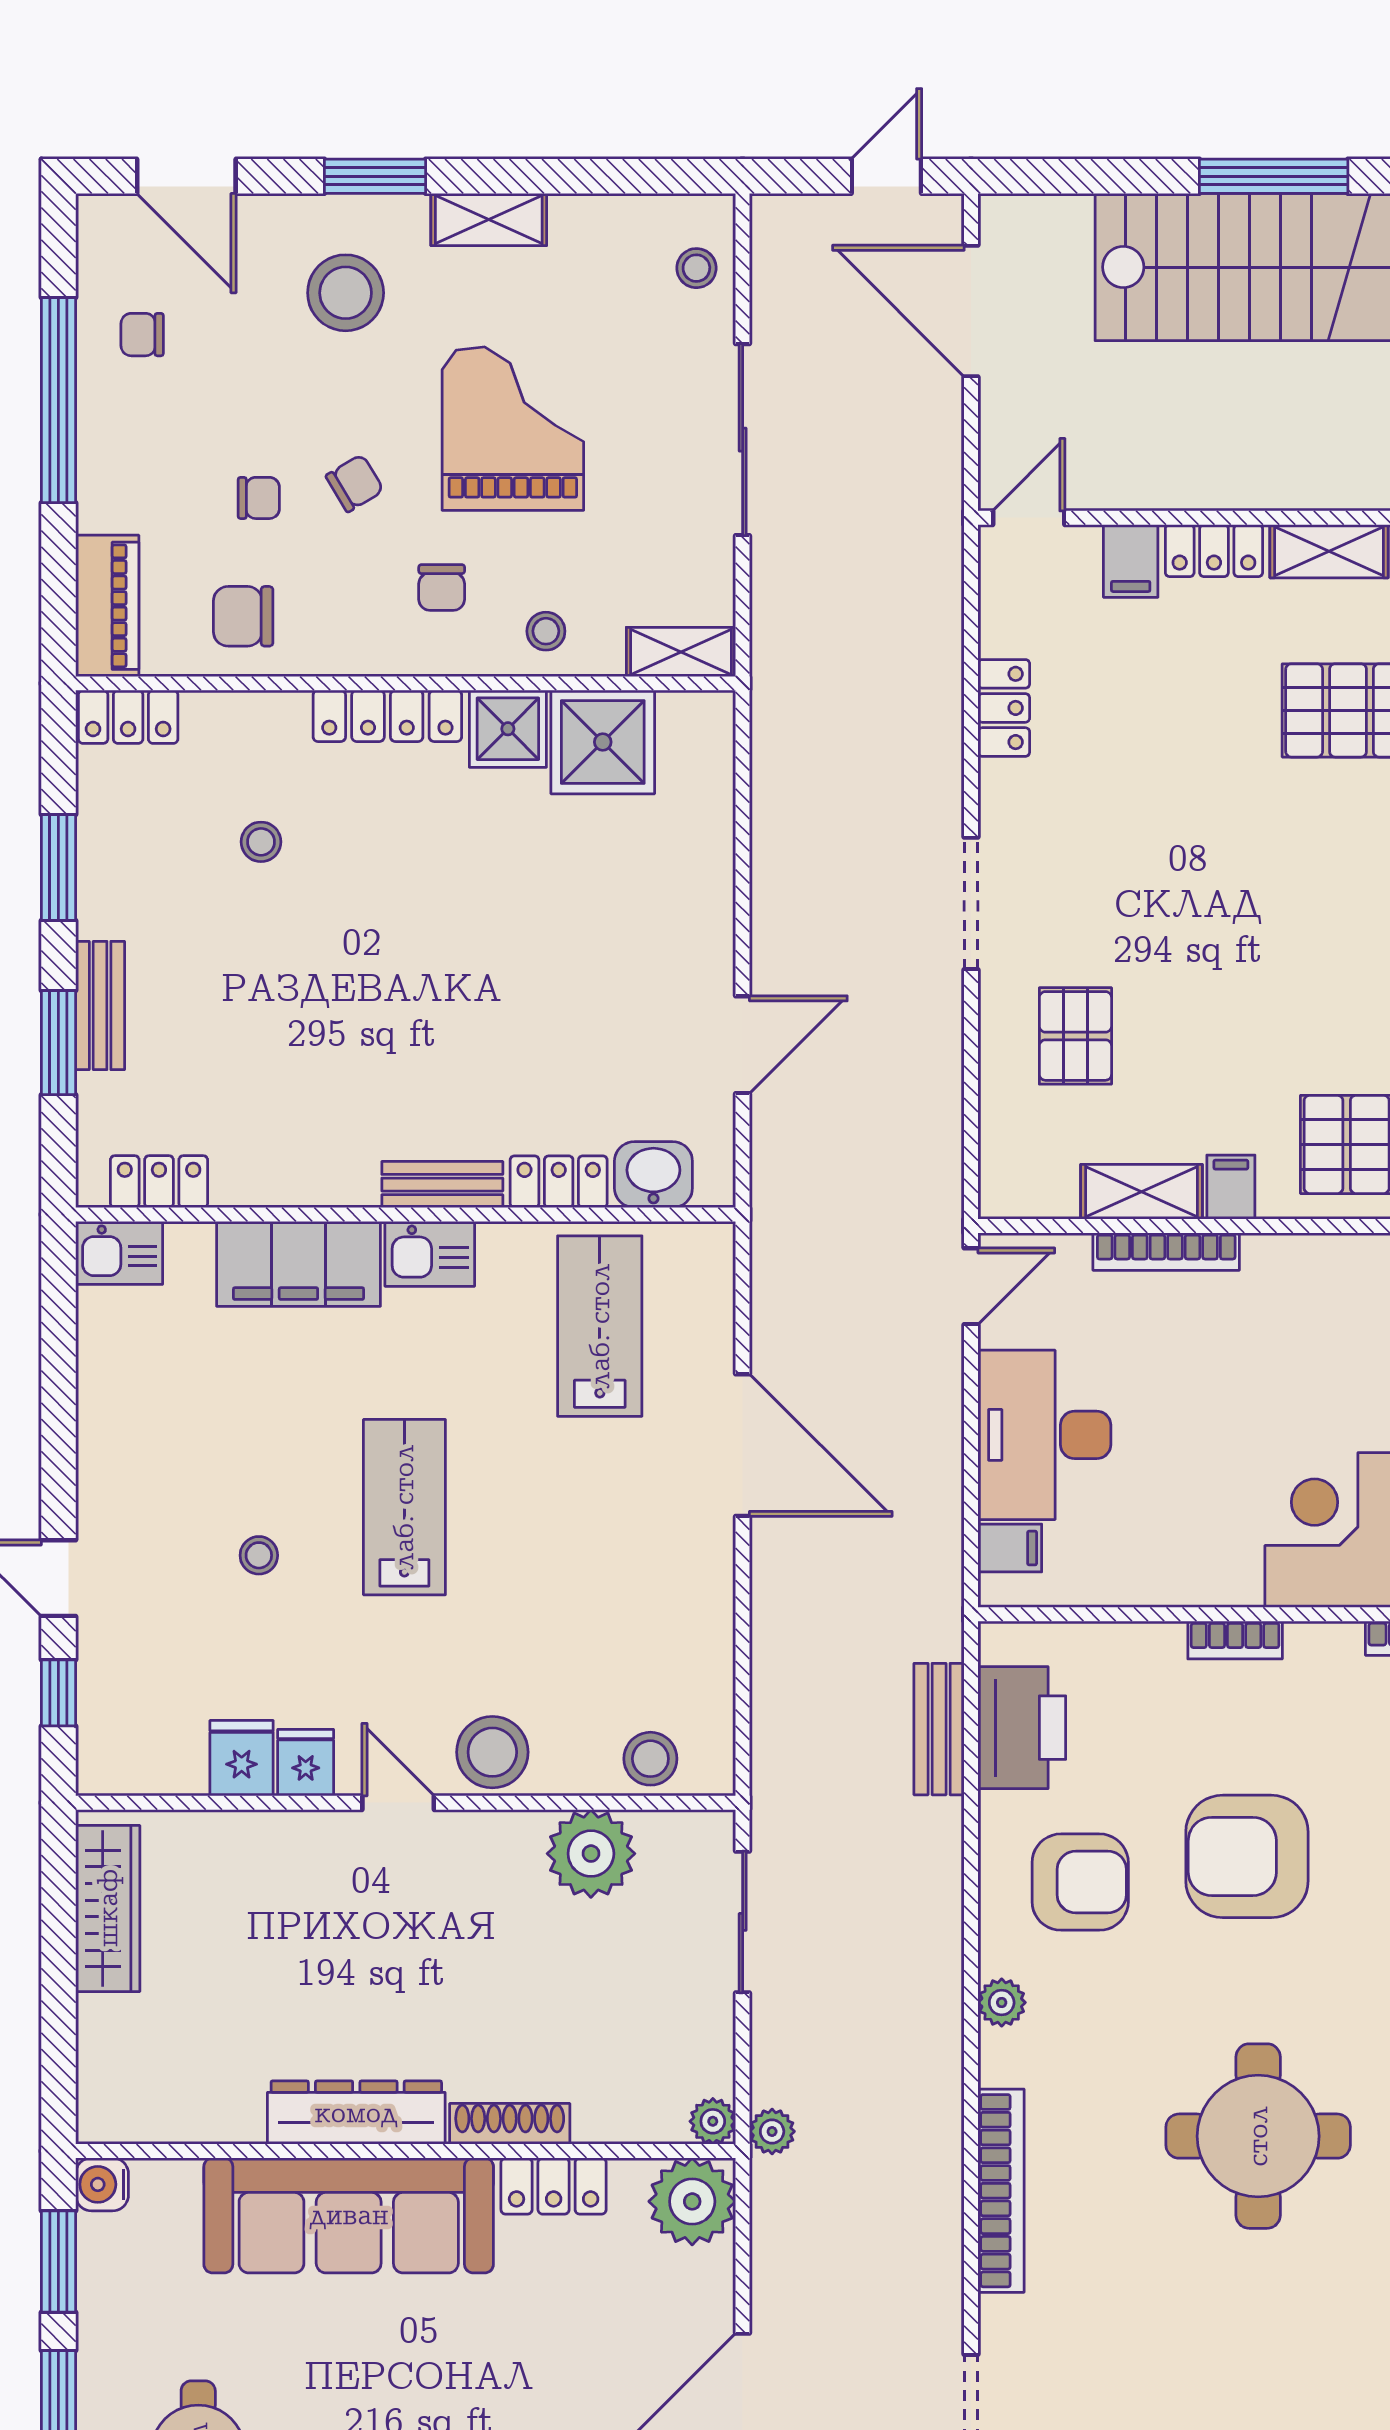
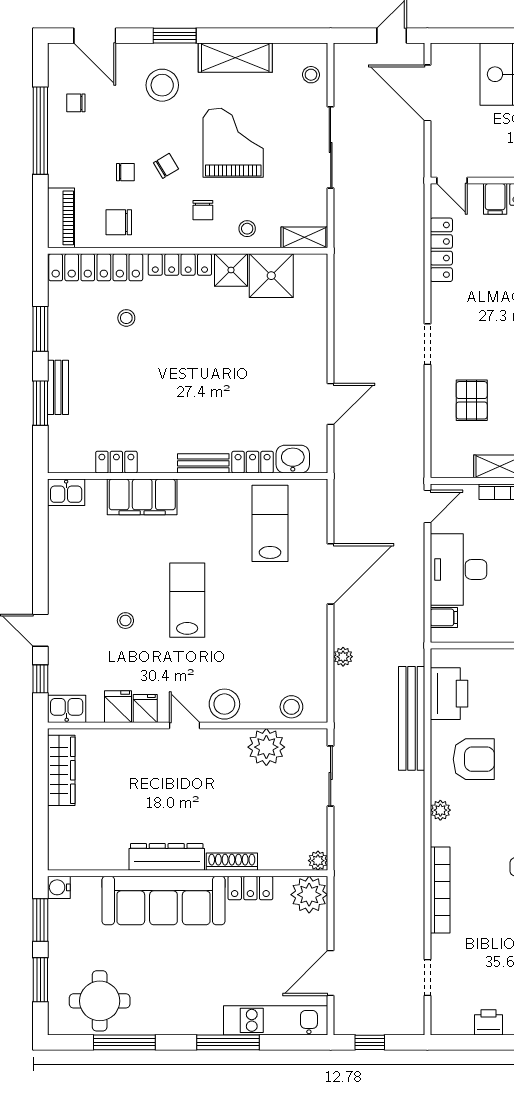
shelving: (489, 219) -> (235, 58), width x1.50, depth x1.33
door: (1029, 518) -> (452, 181), swing flipped
locker: (1004, 708) -> (441, 250), width x1.53
locker: (128, 717) -> (96, 267), width x2.16, depth x1.21
doorway: (971, 903) -> (427, 344), width x0.73
locker: (159, 1182) -> (116, 462), moved
kitchen sink: (430, 1254) -> (67, 709), moved, turned 180
door: (743, 1445) -> (331, 574), hinge flipped
bench: (939, 1729) -> (412, 718), width x1.86, depth x1.21
plant: (772, 2131) -> (343, 657), moved

